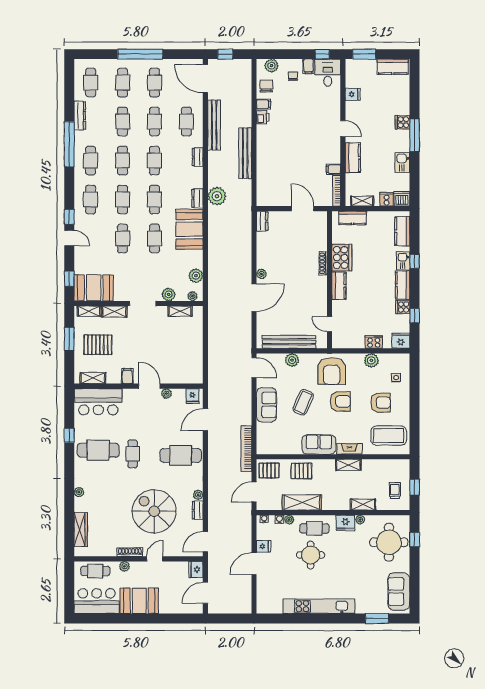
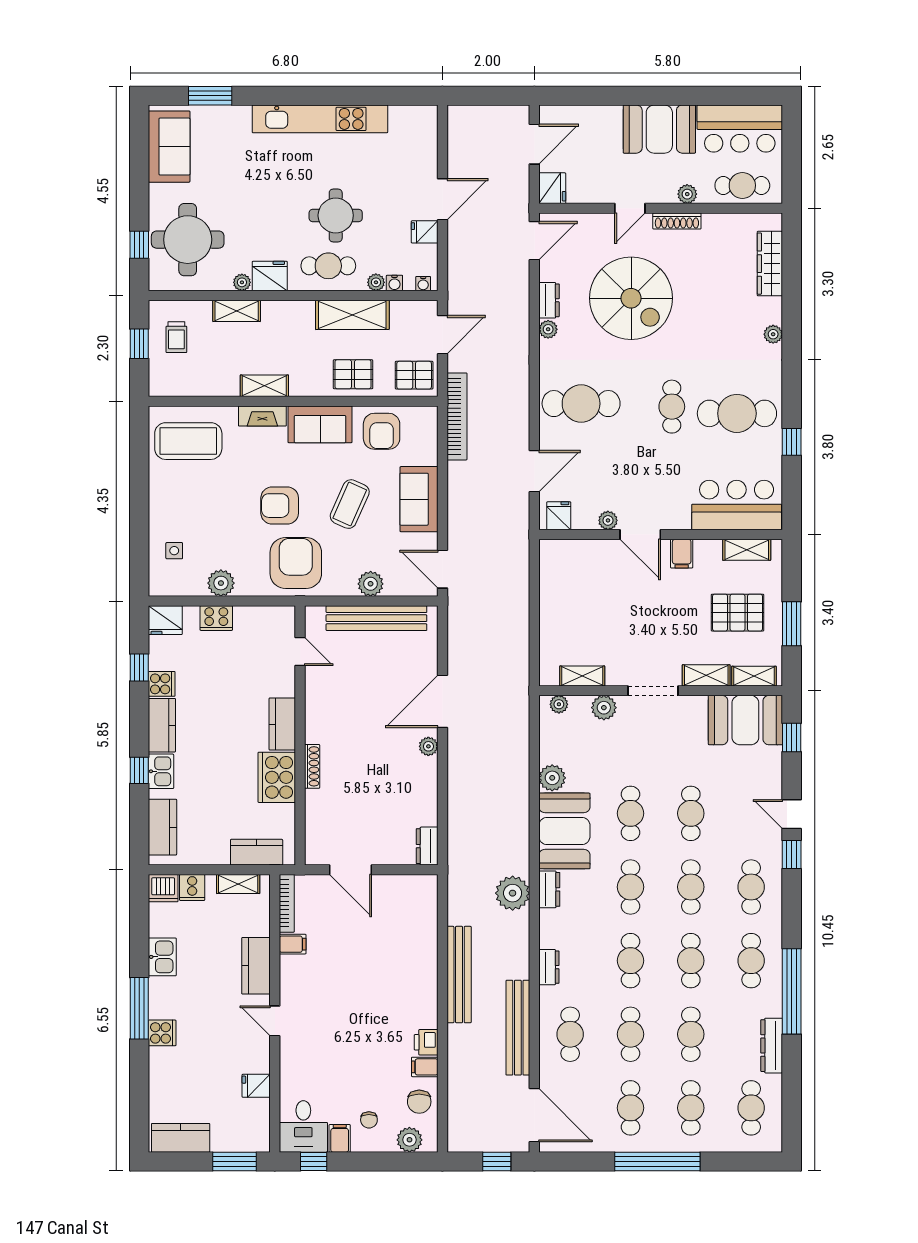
plant: (196, 276) -> (552, 778), moved
armchair: (381, 403) -> (382, 431), moved, turned -90

